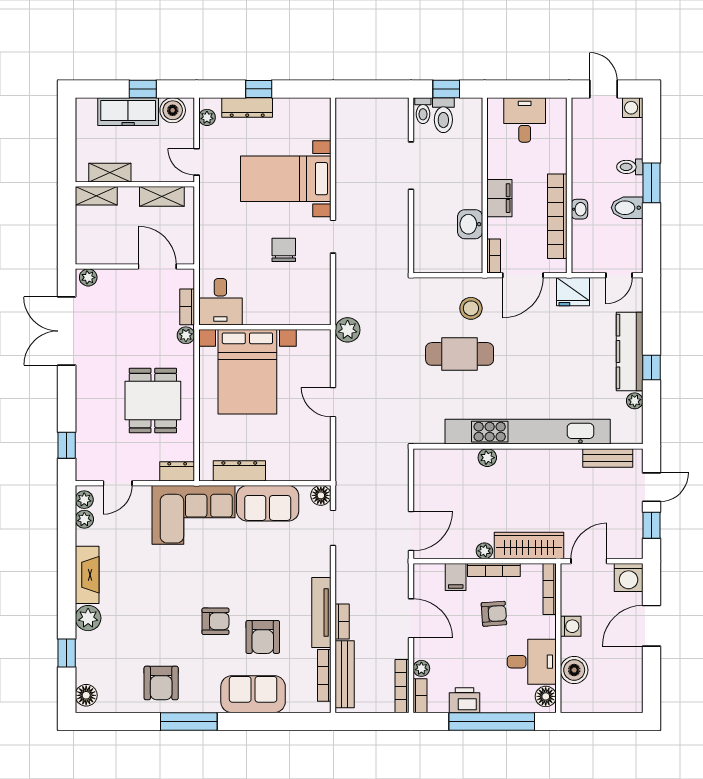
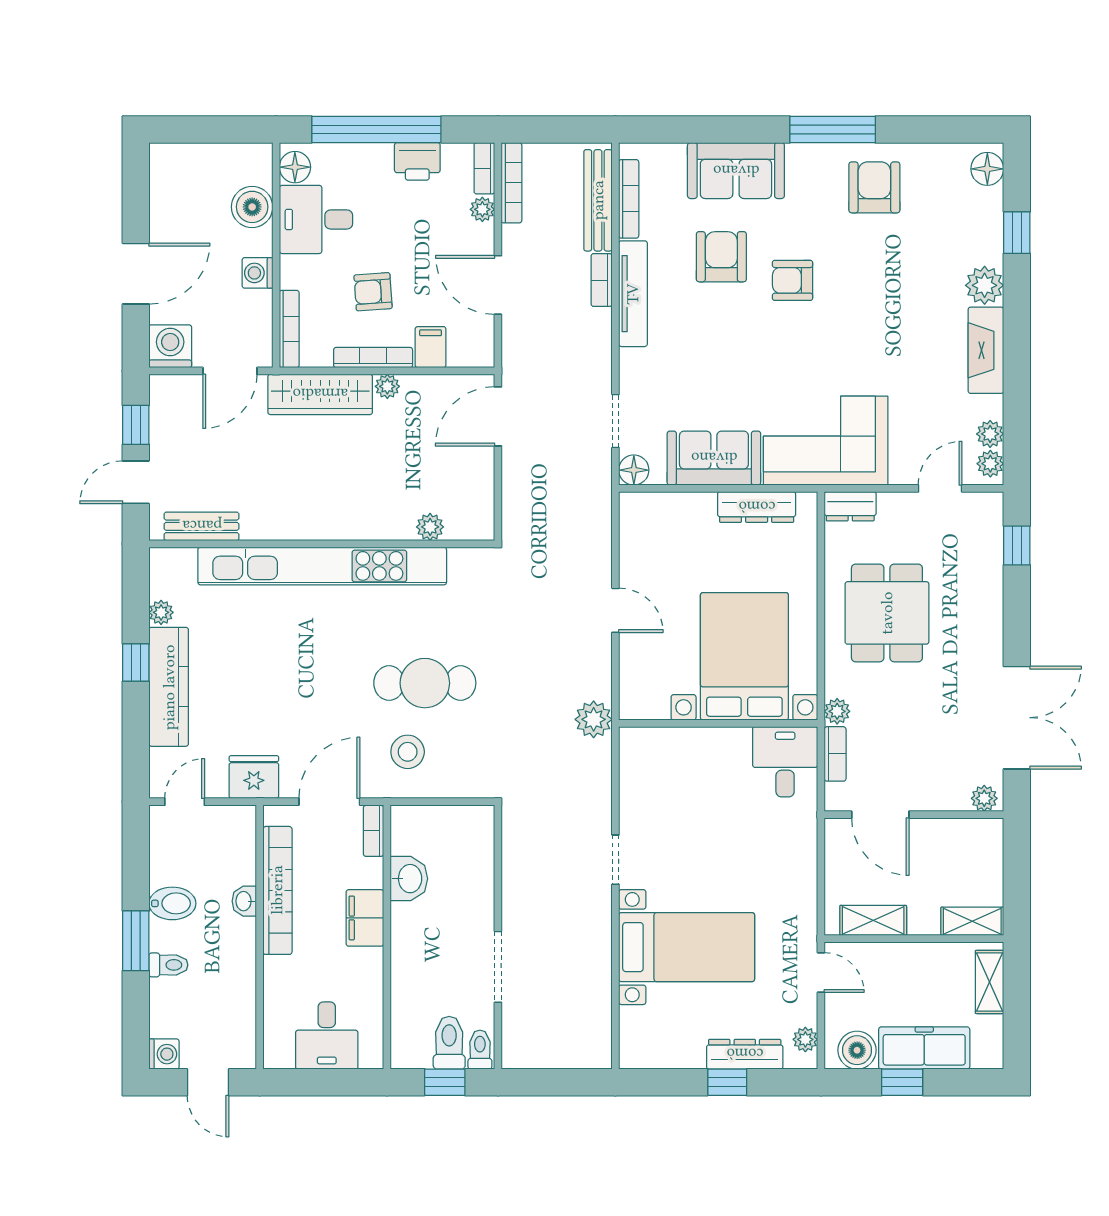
shelving: (110, 173) -> (989, 982), moved, turned 90
chair: (284, 250) -> (690, 840), removed
plant: (487, 458) -> (430, 527), moved

